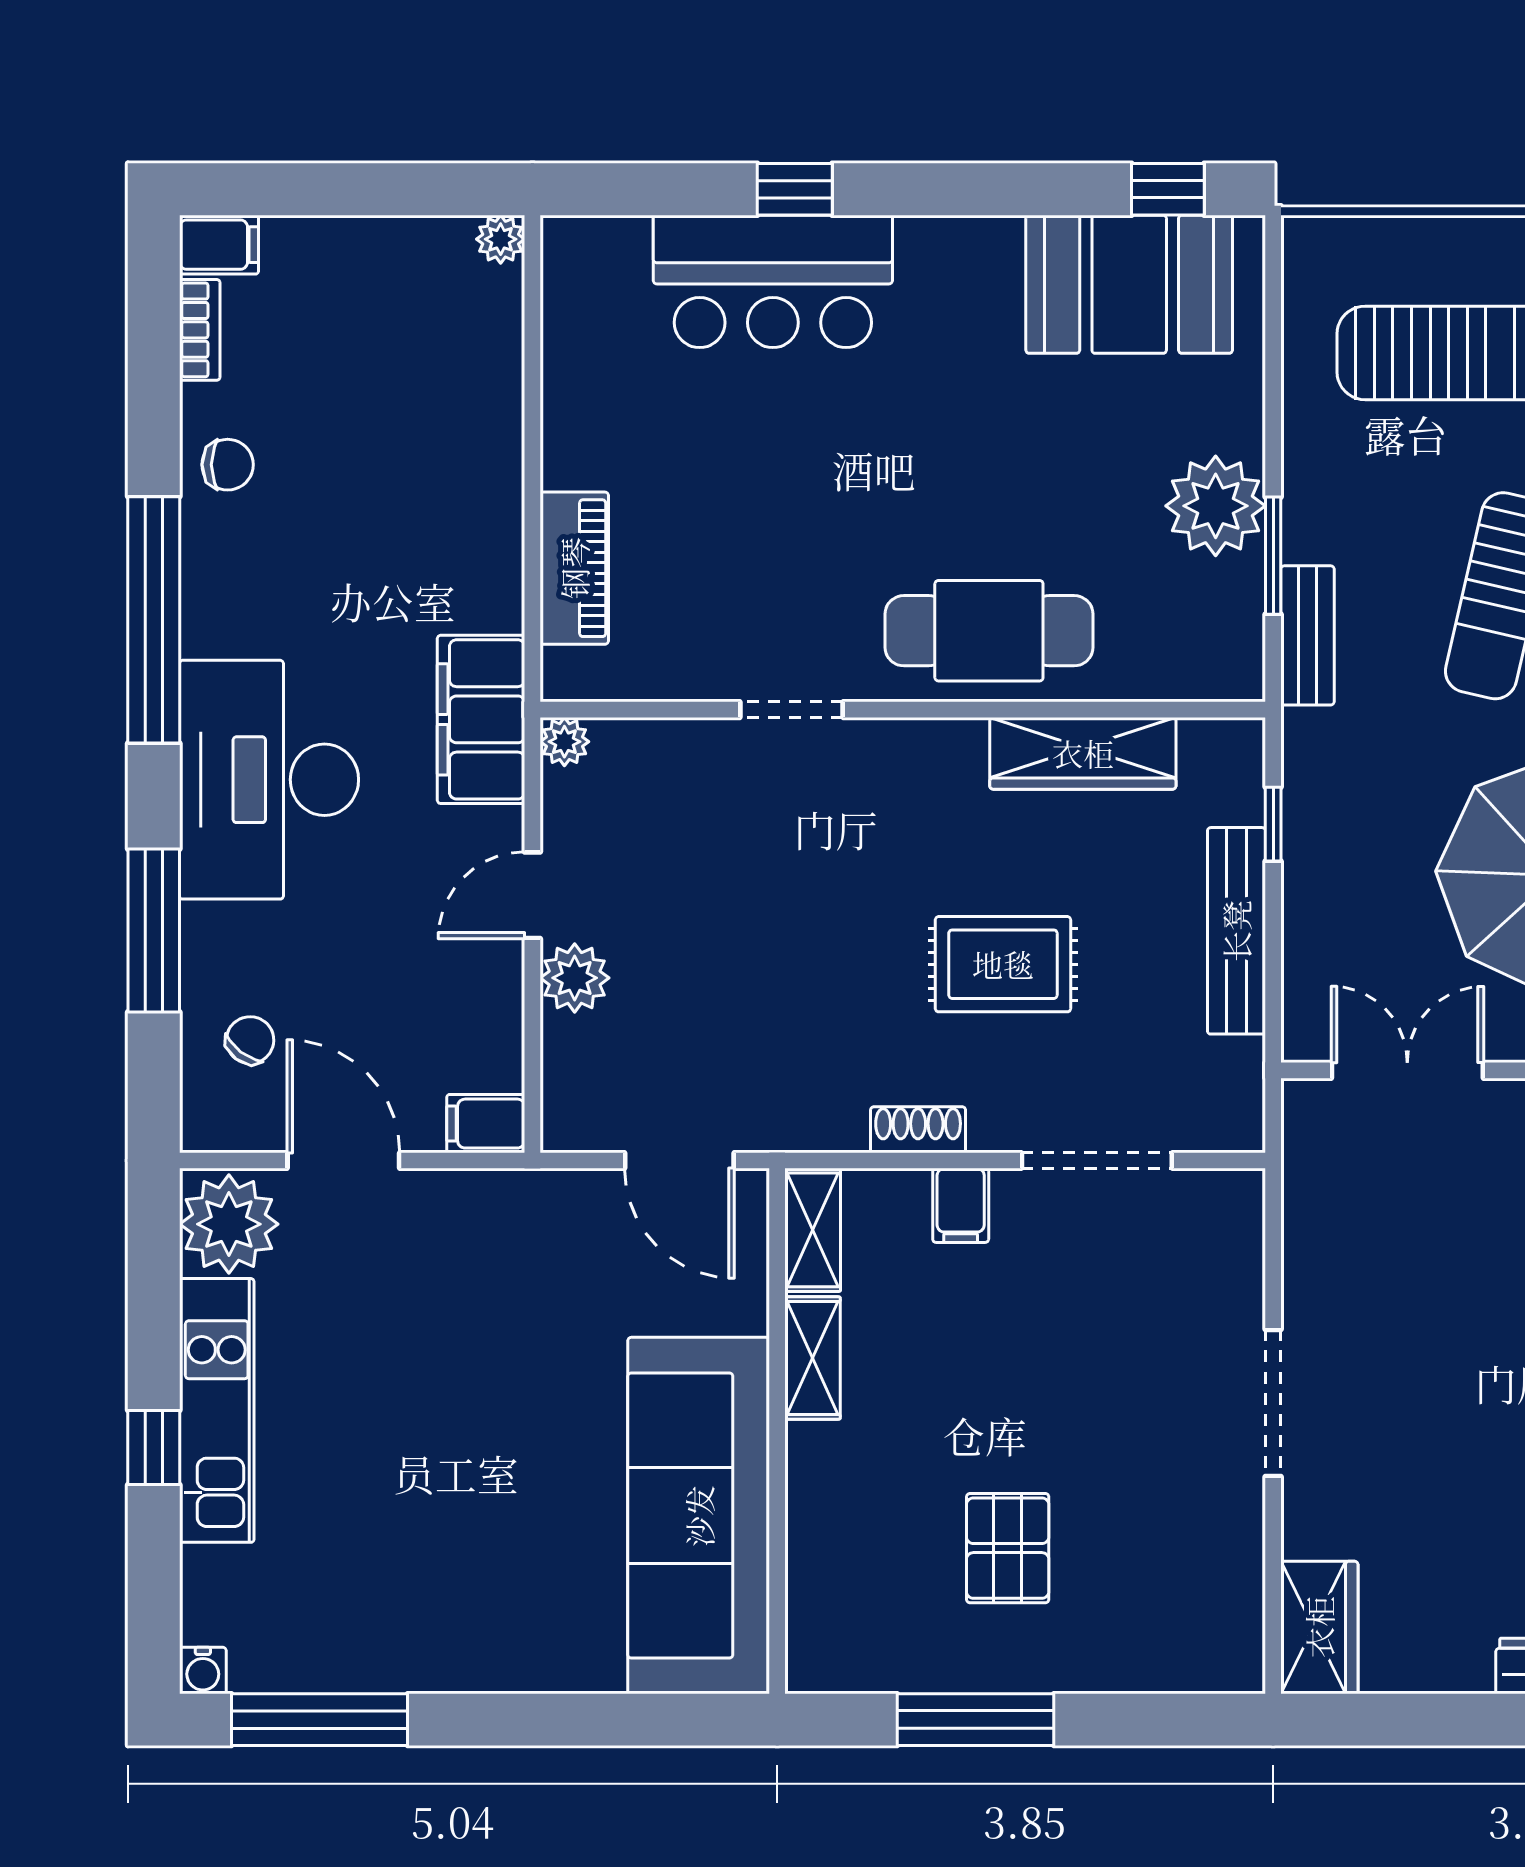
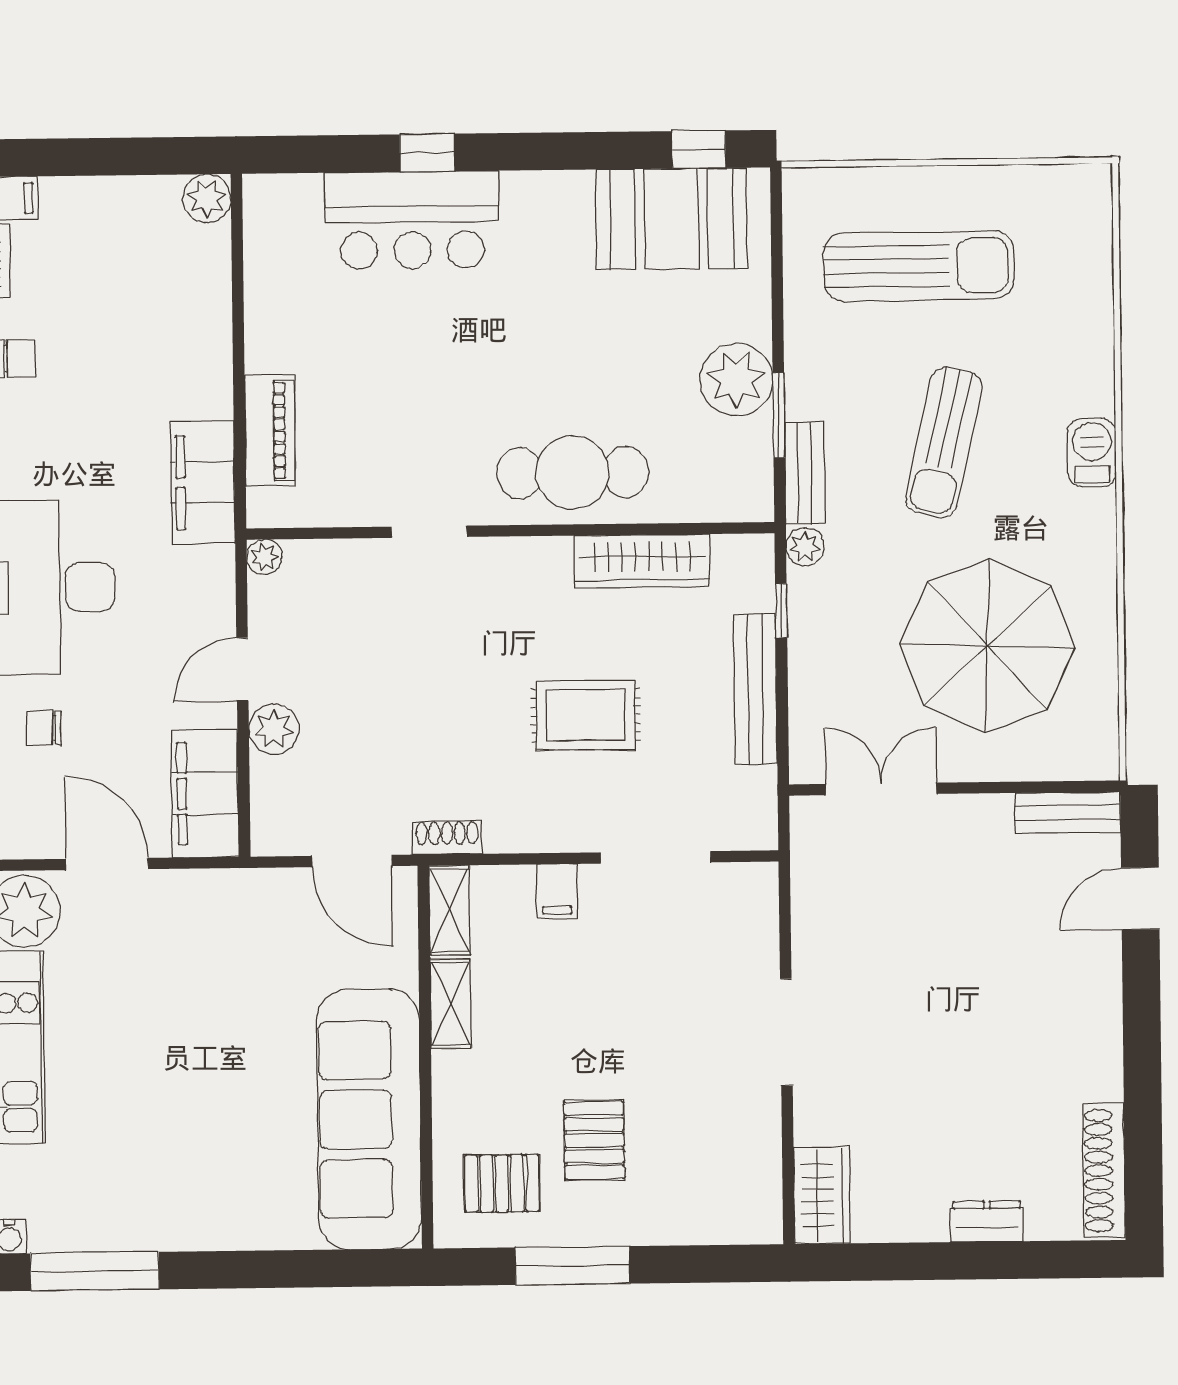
plant: (501, 239) -> (207, 199), width x1.38, depth x1.38
filing cabinet: (481, 719) -> (203, 482), moved
plant: (1307, 736) -> (805, 547), added
chair: (250, 1040) -> (44, 728), moved, turned -127
filing cabinet: (486, 1124) -> (205, 793), width x3.00, depth x1.17
shoe rack: (918, 1130) -> (447, 837), moved
pallet: (880, 1606) -> (502, 1183), added

